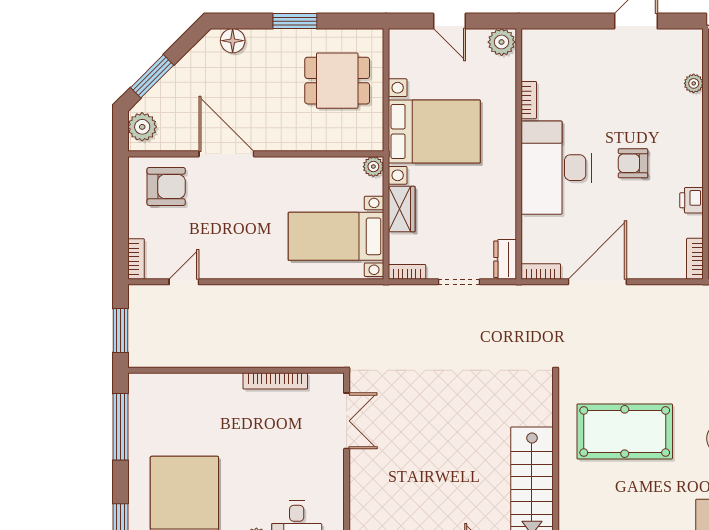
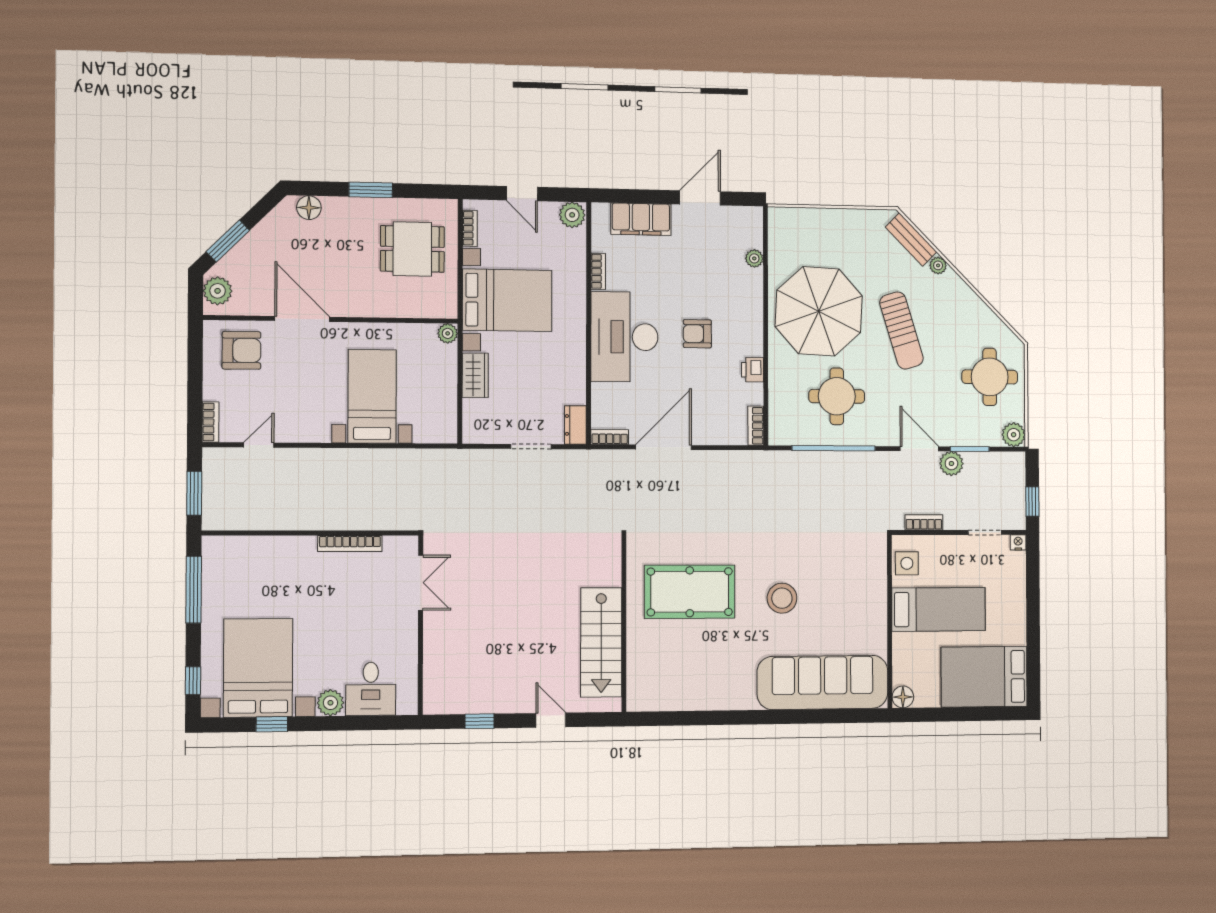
filing cabinet: (573, 45) -> (641, 219), added
bed with nightstands: (336, 236) -> (372, 396), moved, turned 90
bookcase: (407, 272) -> (470, 228), moved, turned 90

